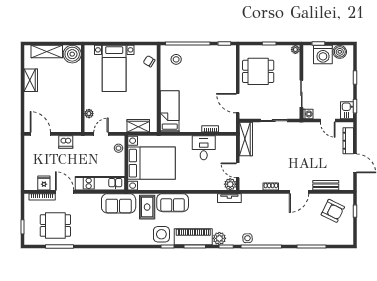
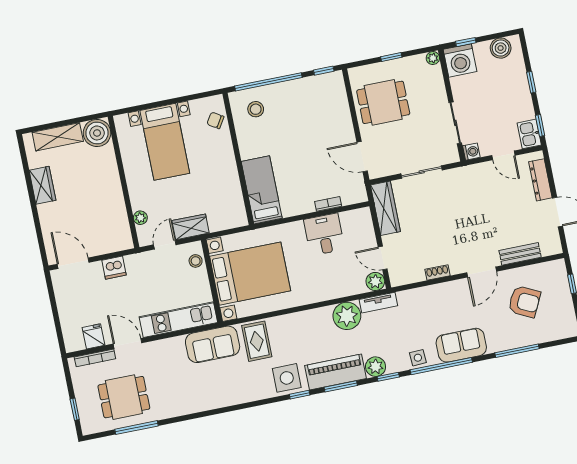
washing machine: (323, 55) -> (460, 60), moved
wardrobe: (138, 126) -> (191, 227), moved
sofa: (173, 203) -> (461, 345), moved, turned 180
plant: (208, 203) -> (347, 316), added
armchair: (333, 211) -> (524, 302), moved

